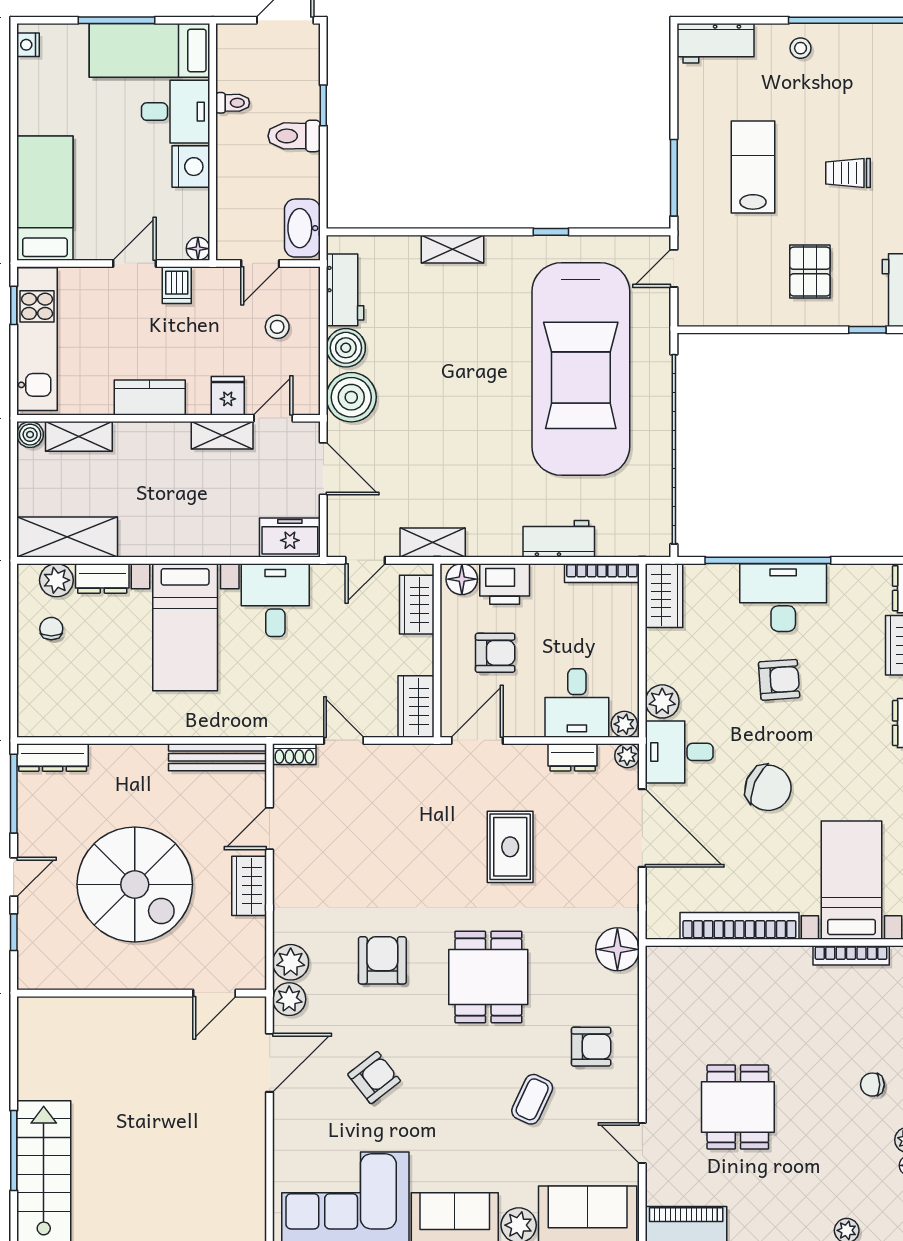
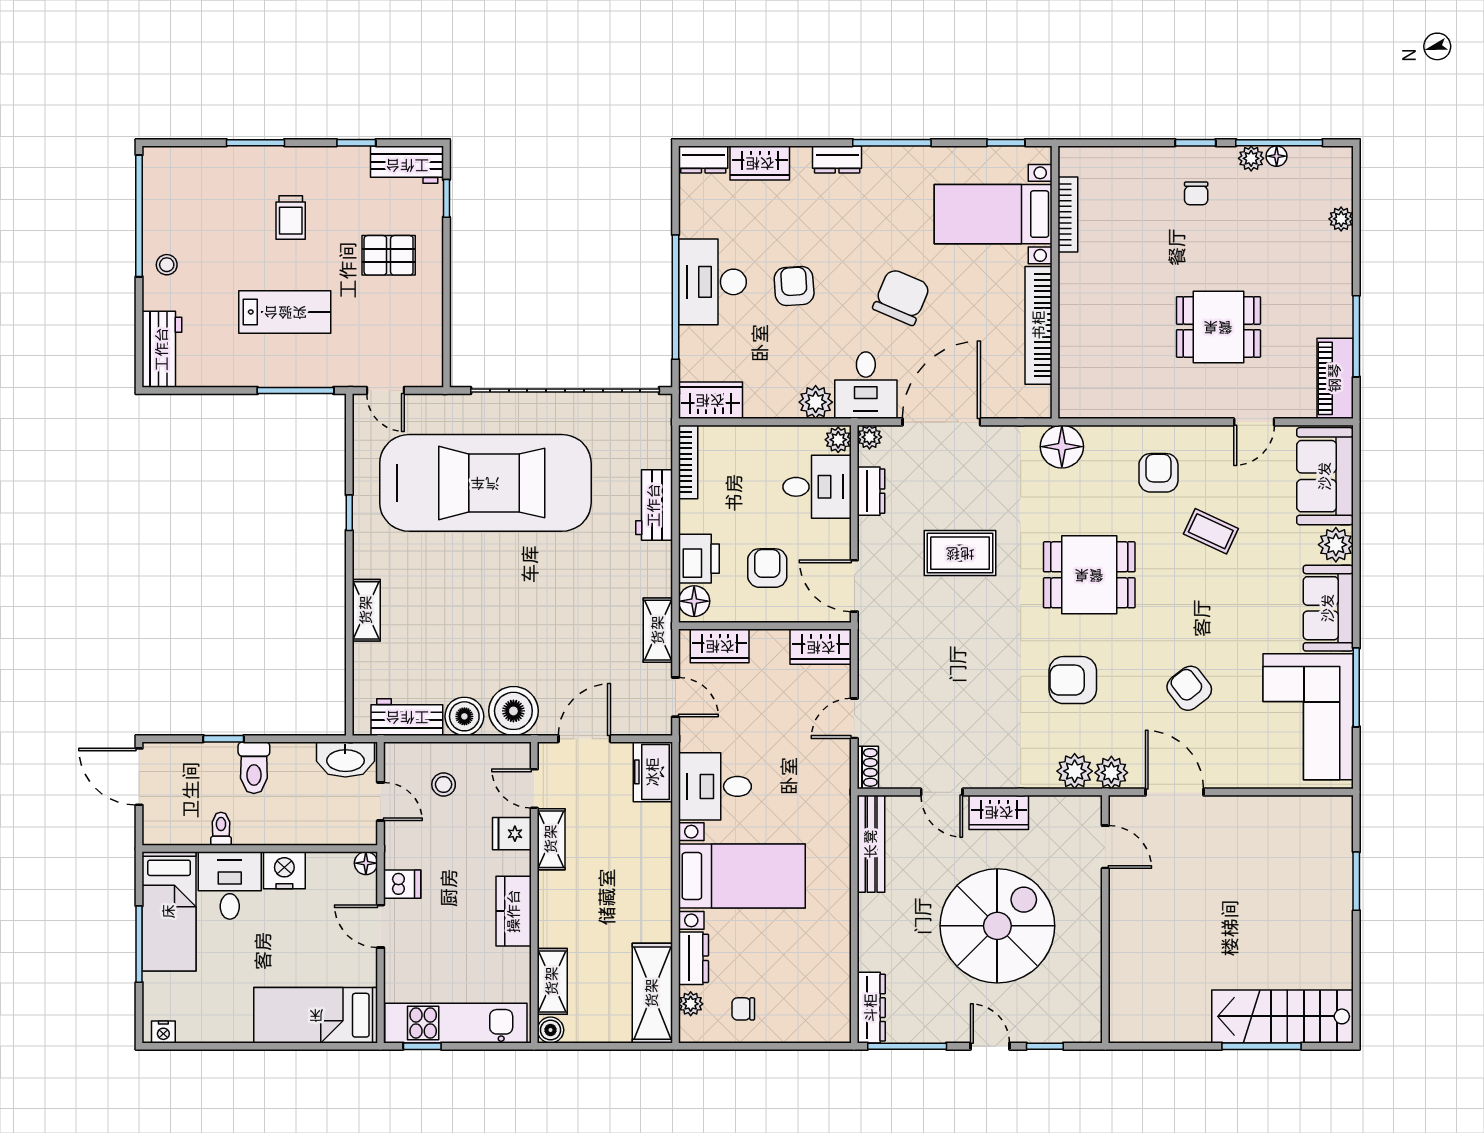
lab bench: (753, 167) -> (285, 312), turned 180
plant: (56, 580) -> (691, 1004), width x0.73, depth x0.73

